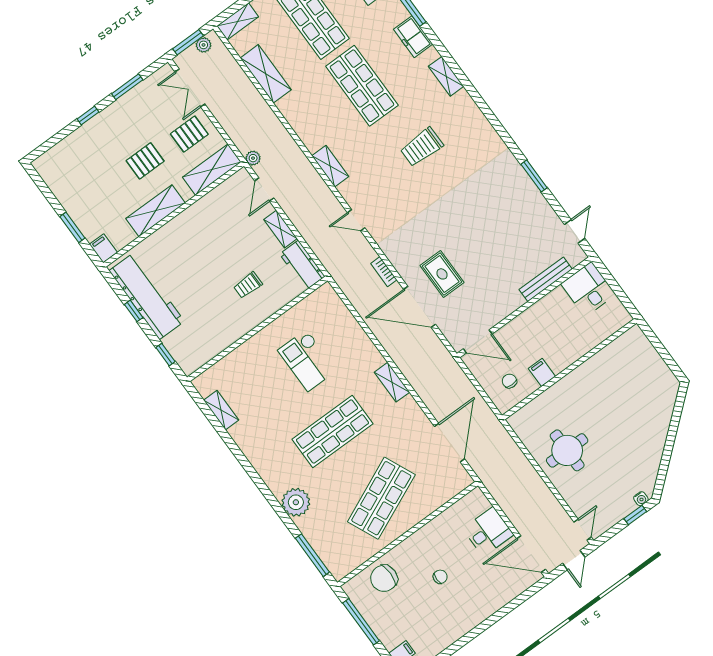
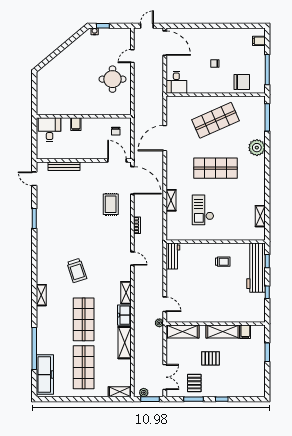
freezer: (413, 37) -> (124, 315), moved, turned 180
shelving: (266, 74) -> (125, 343), moved
pallet: (189, 134) -> (194, 383), moved, turned 90
trolley: (422, 147) -> (77, 270), turned 72
door: (264, 190) -> (165, 304), hinge flipped
shelving: (280, 229) -> (171, 280), removed
door: (575, 231) -> (34, 179), hinge flipped
filing cabinet: (103, 248) -> (245, 332), moved
trolley: (248, 285) -> (223, 262), moved
desk: (588, 289) -> (50, 130), moved, turned 180
workbench: (147, 296) -> (256, 268), moved
door: (420, 307) -> (132, 180), moved
checkout: (307, 360) -> (203, 210), turned 180
filing cabinet: (542, 372) -> (76, 124), moved
shelving: (392, 382) -> (171, 200), moved
door: (449, 443) -> (165, 138), moved
door: (583, 530) -> (132, 56), moved
desk: (488, 532) -> (176, 82), moved, turned -90

